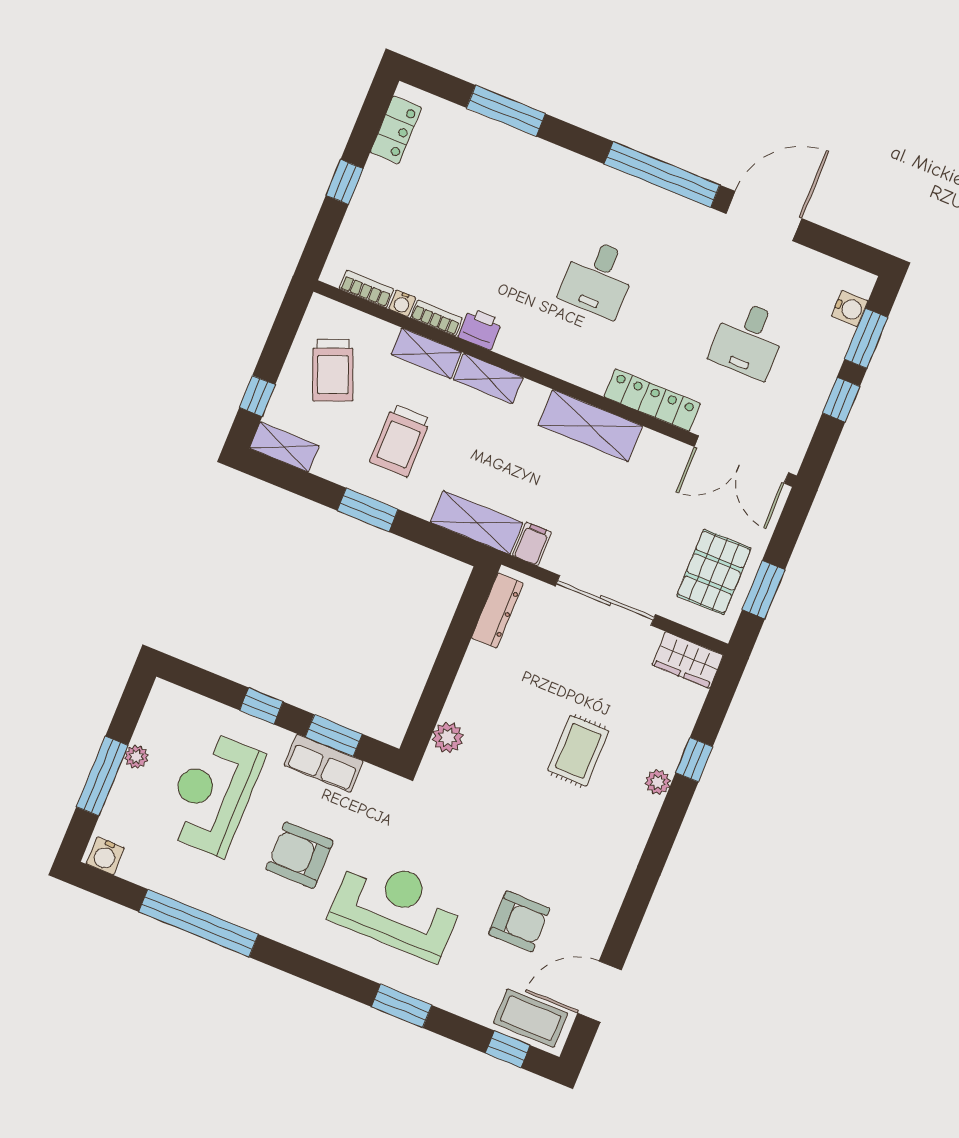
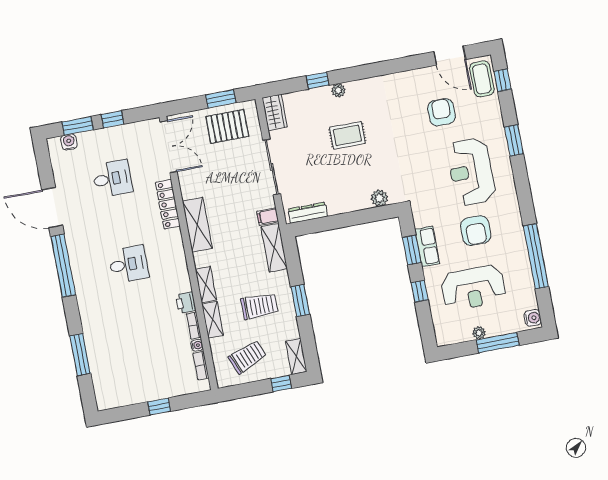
locker: (396, 130) -> (121, 399), removed

